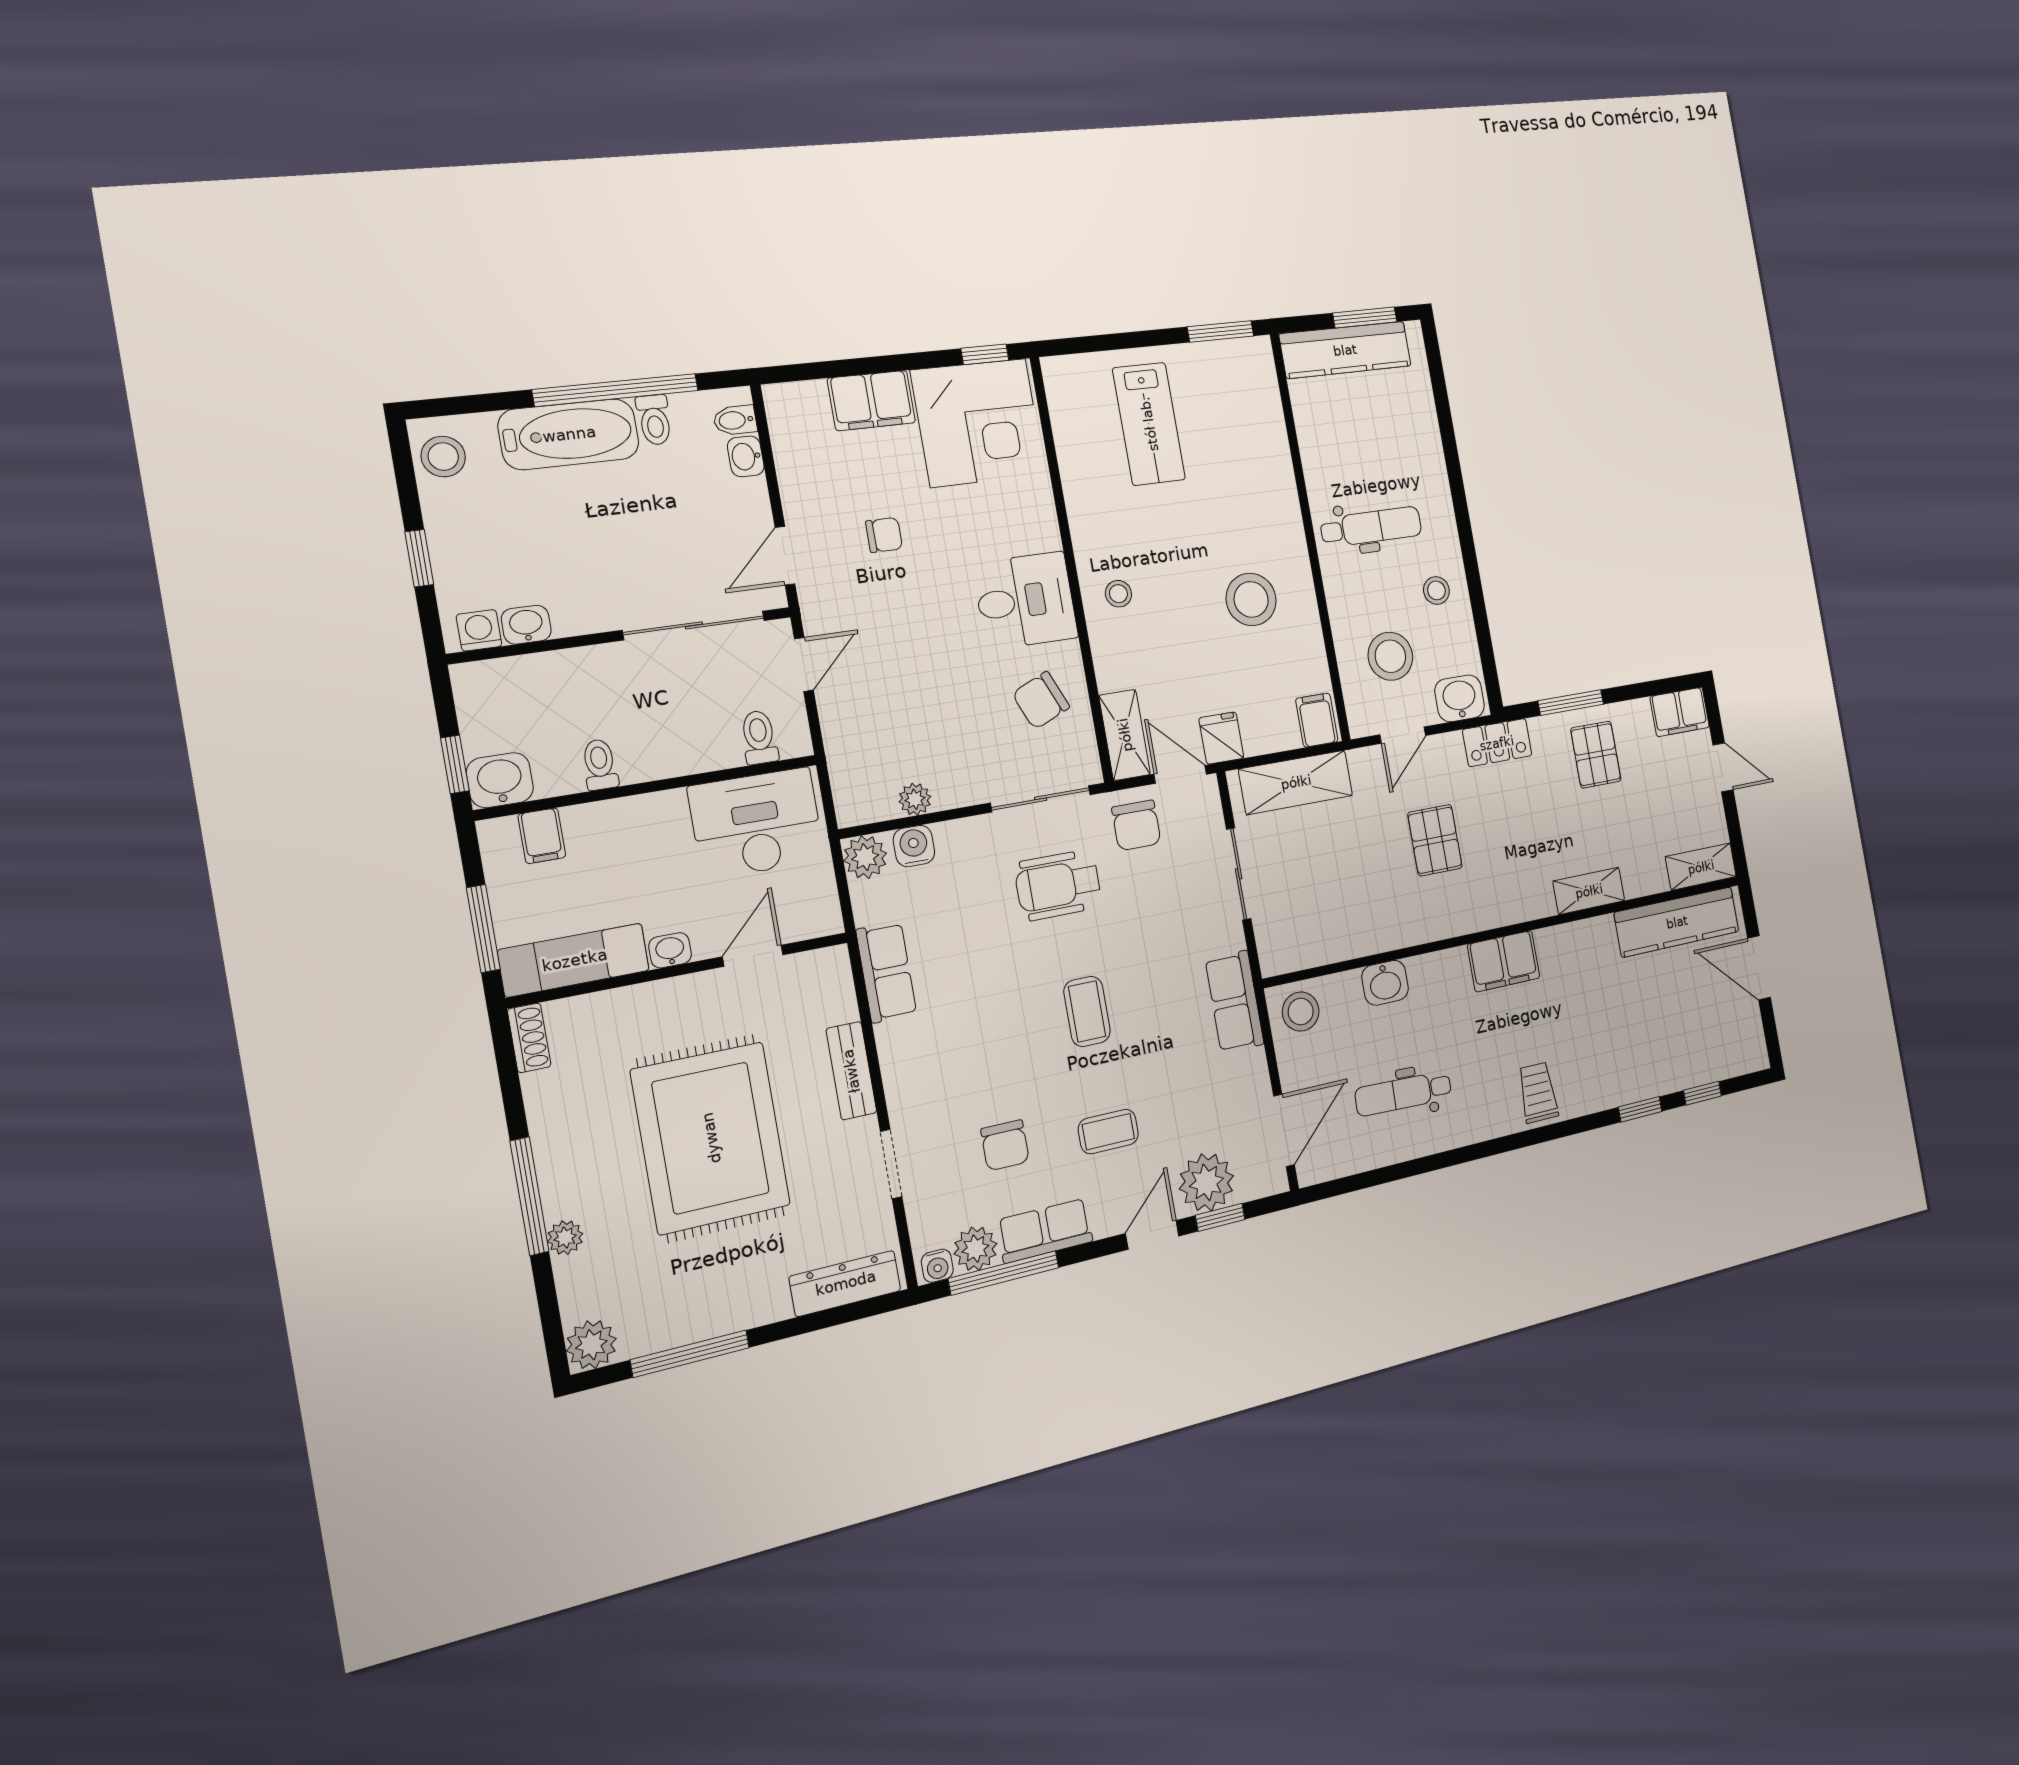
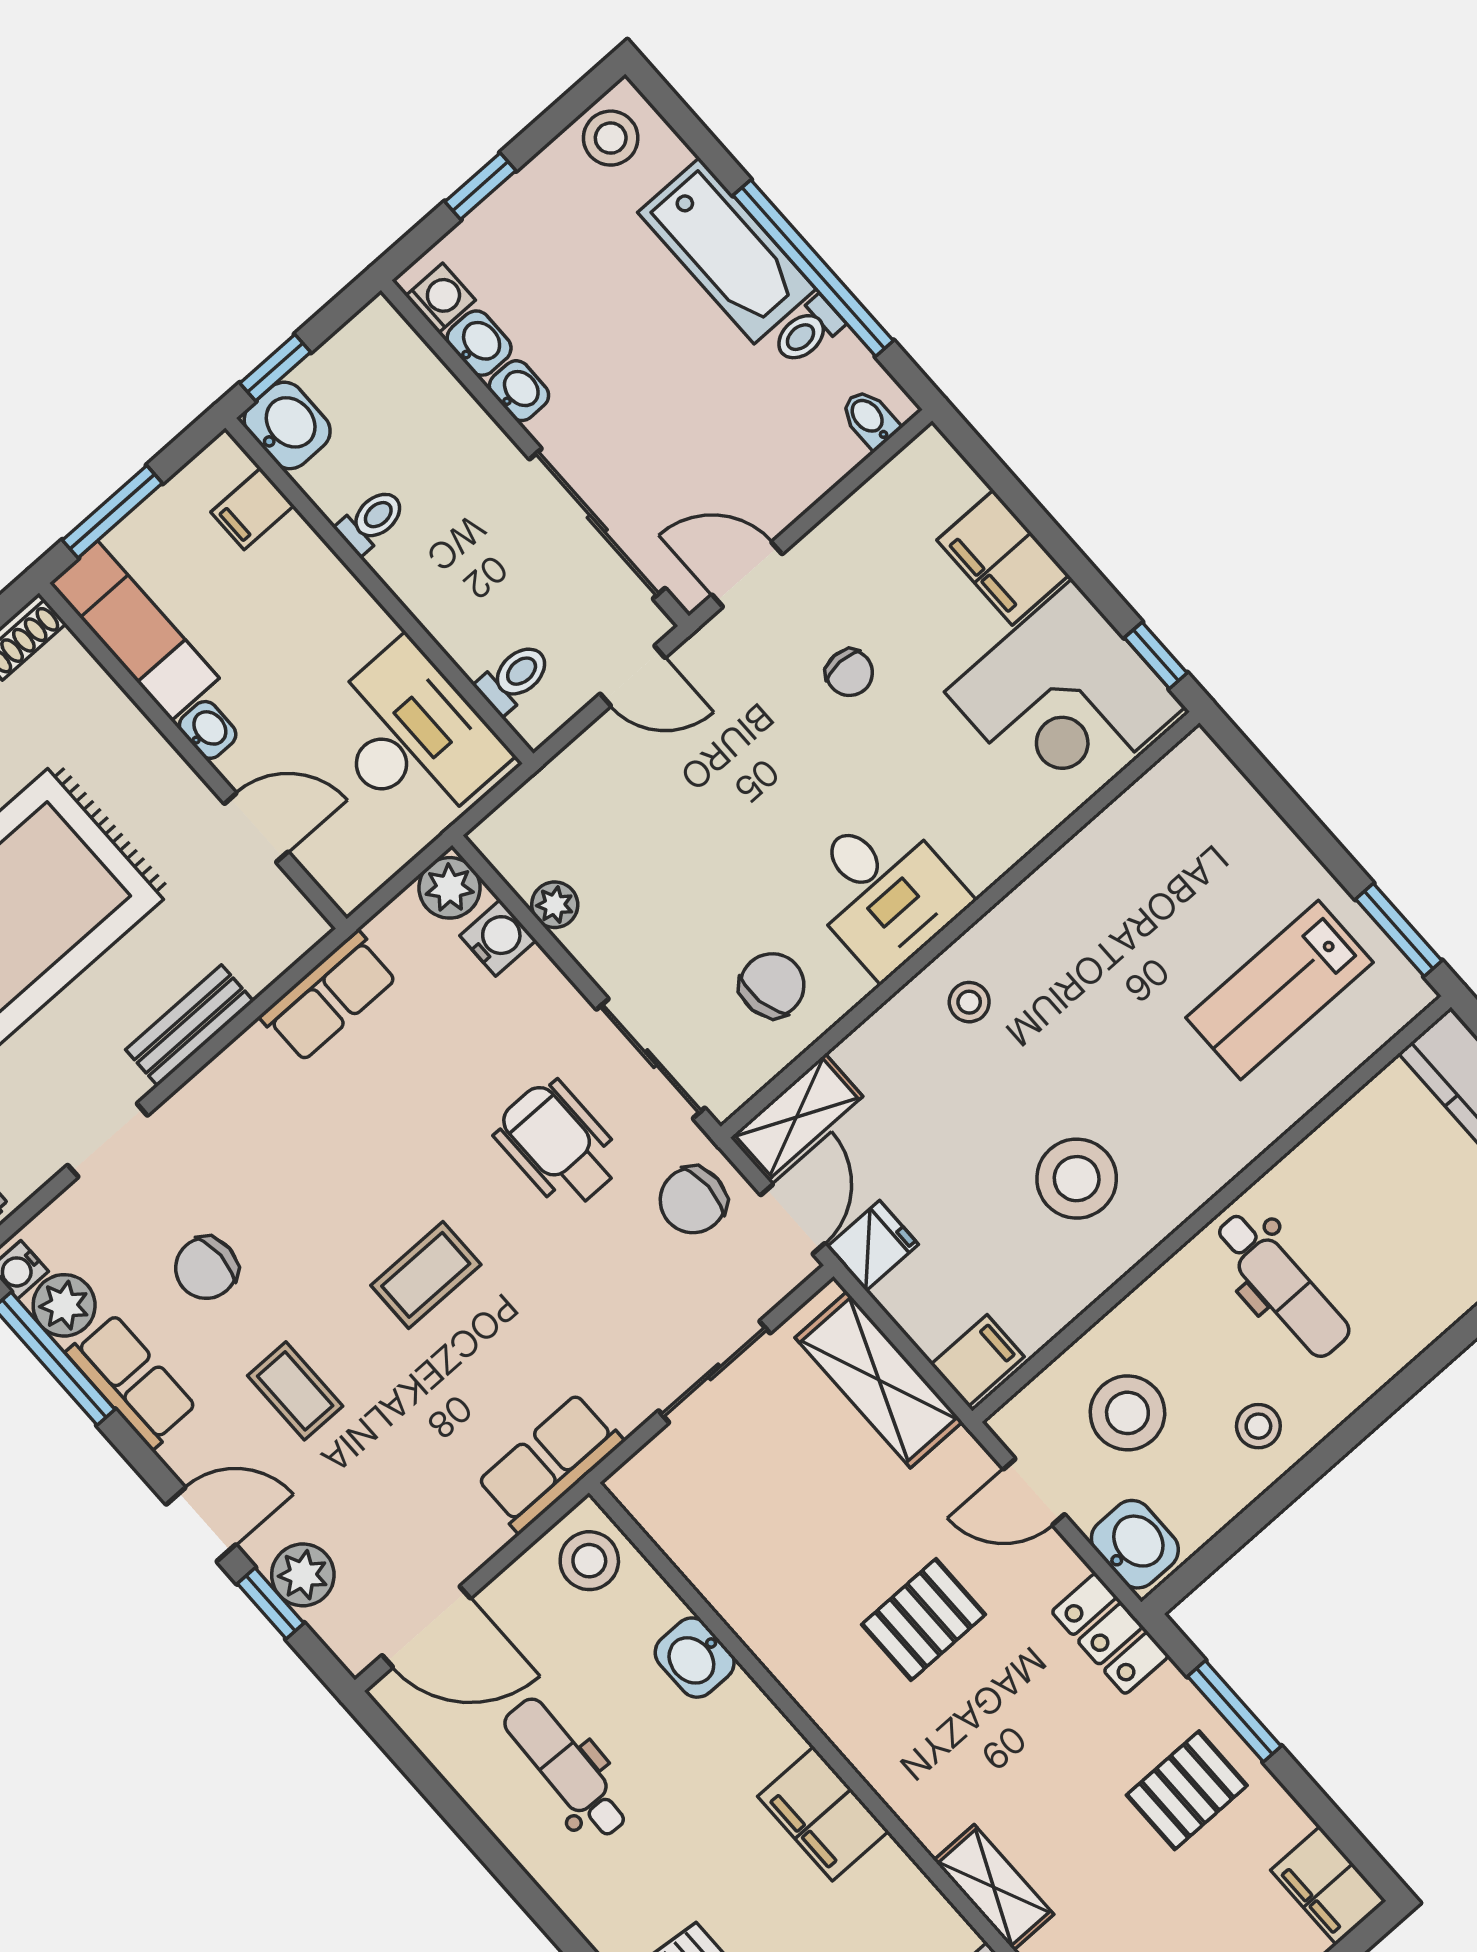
lab bench: (1149, 424) -> (1279, 990), moved
washbasin: (746, 456) -> (519, 391), moved, turned 90
chair: (1041, 700) -> (772, 985), turned 103
plant: (1206, 1182) -> (303, 1575), width x0.73, depth x0.73

